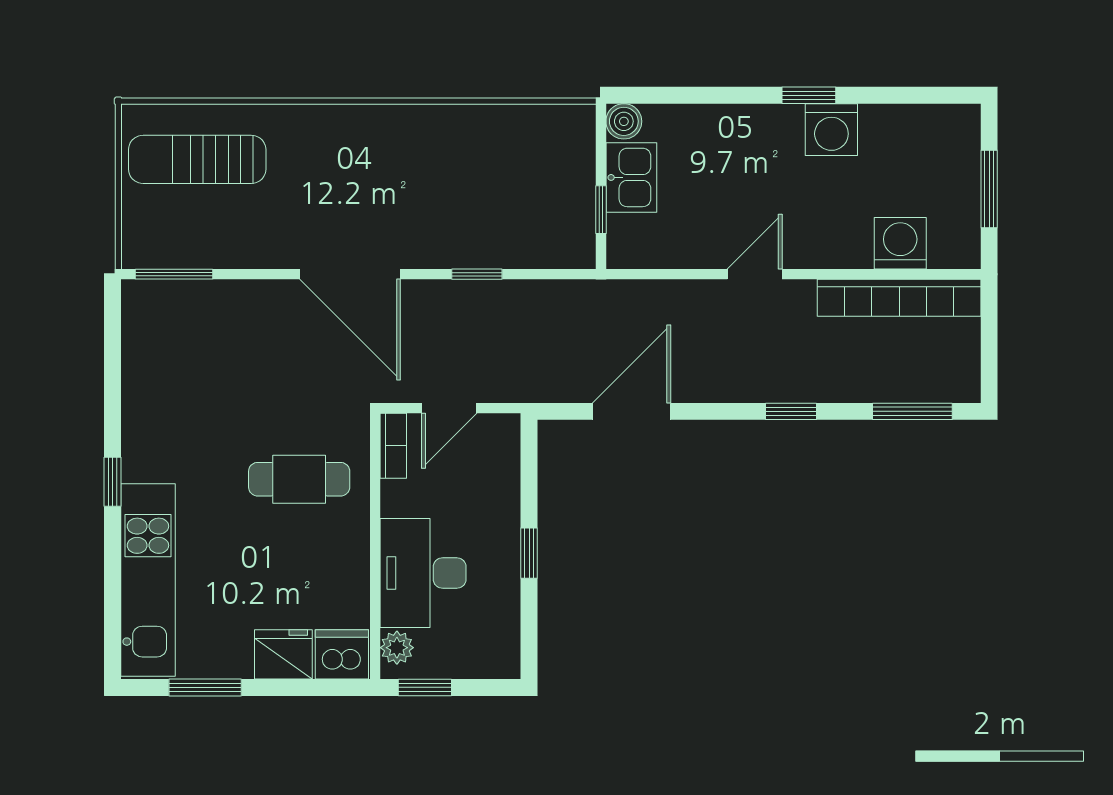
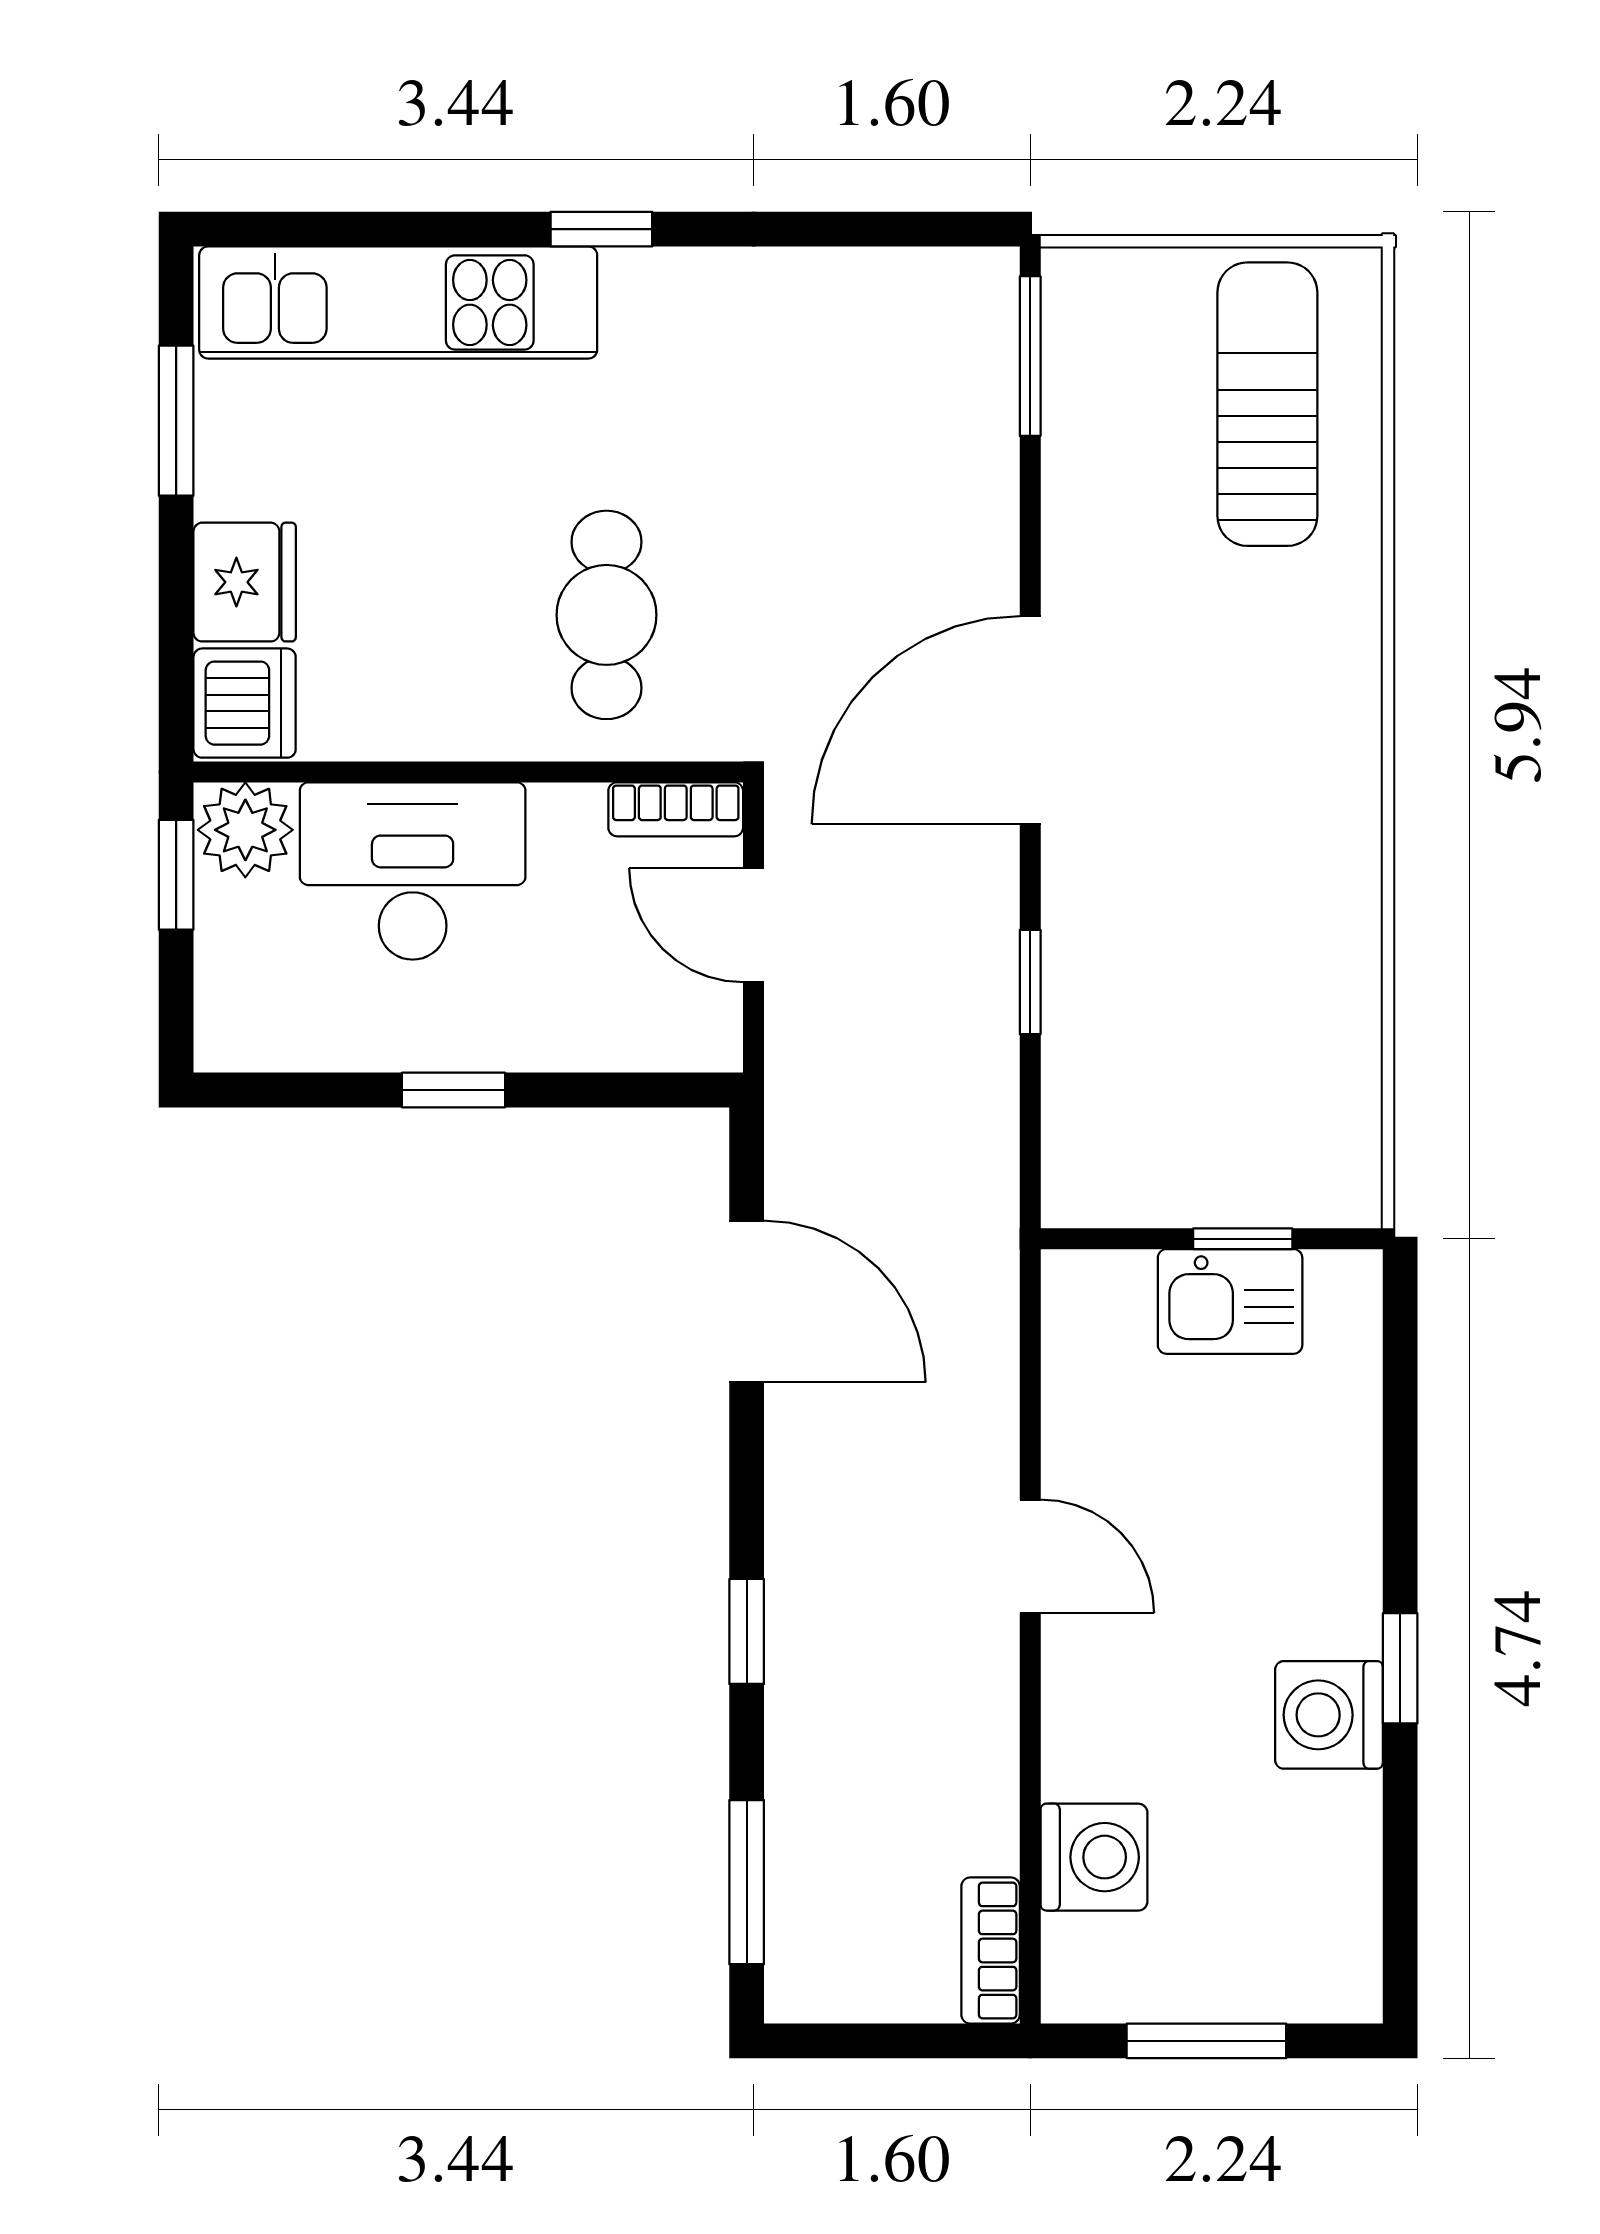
boiler: (624, 121) -> (1346, 1286), removed
window: (601, 210) -> (1243, 1239), moved
bookcase: (899, 298) -> (991, 1950), width x0.43, depth x0.76
plant: (397, 648) -> (245, 830), width x1.38, depth x1.38

